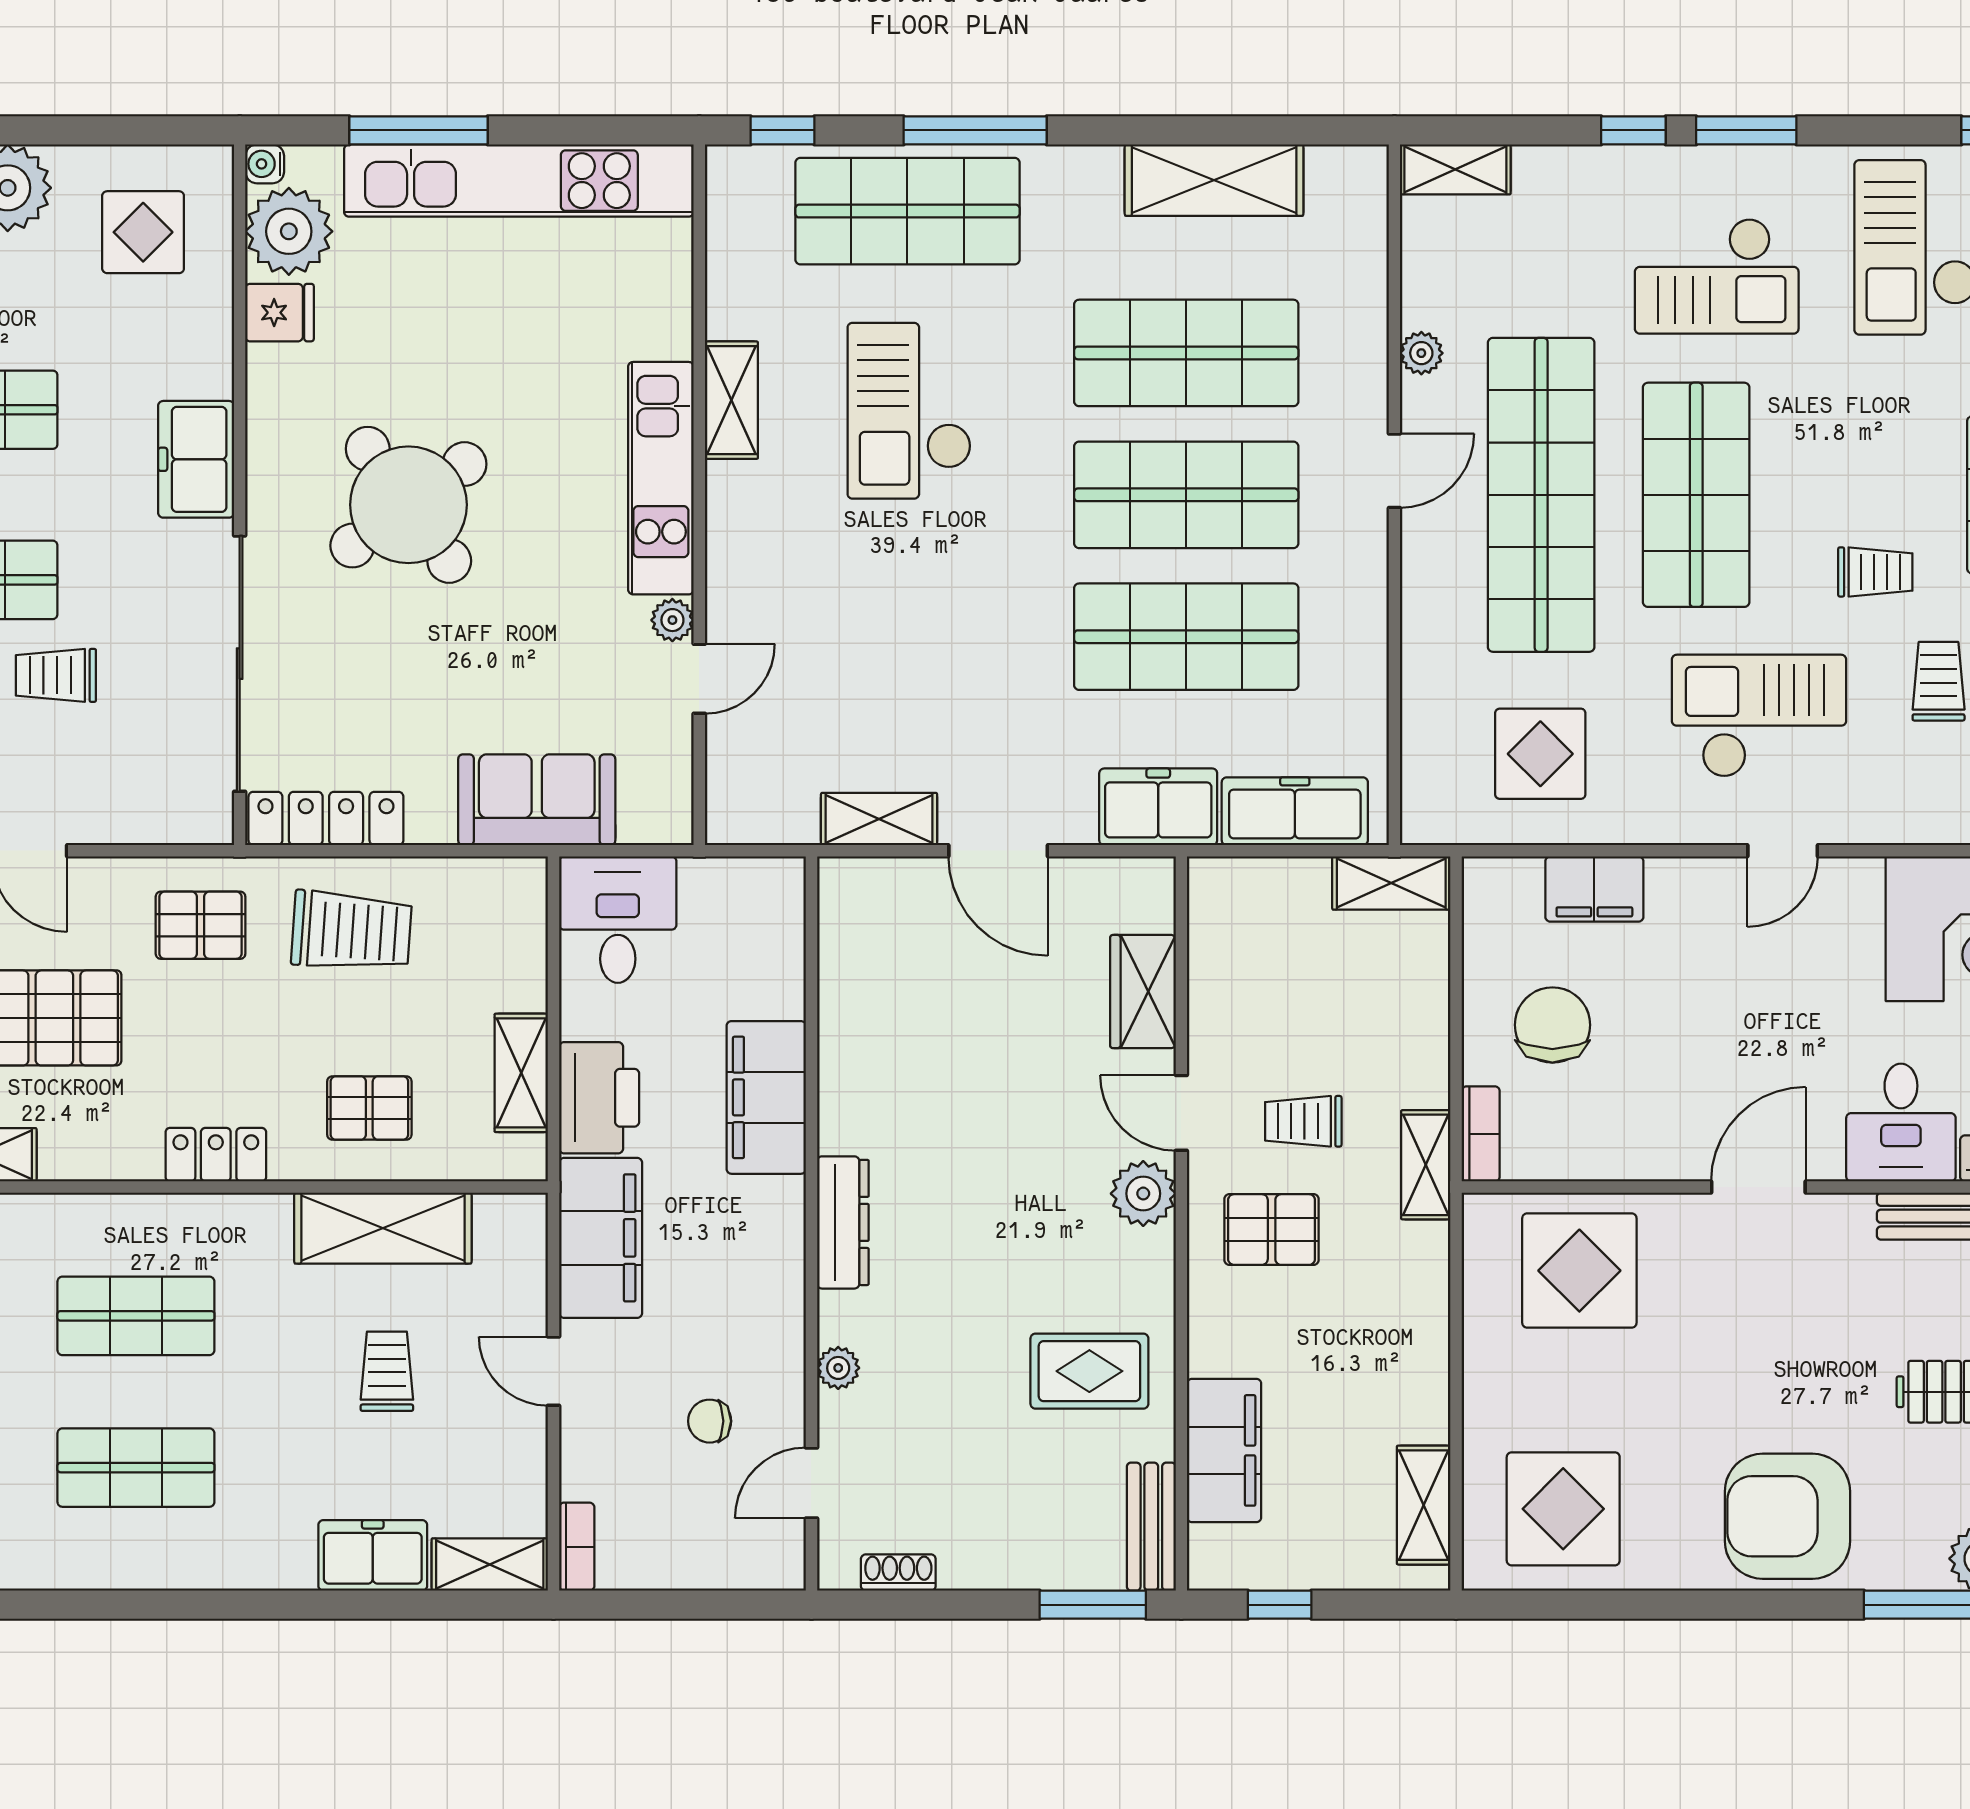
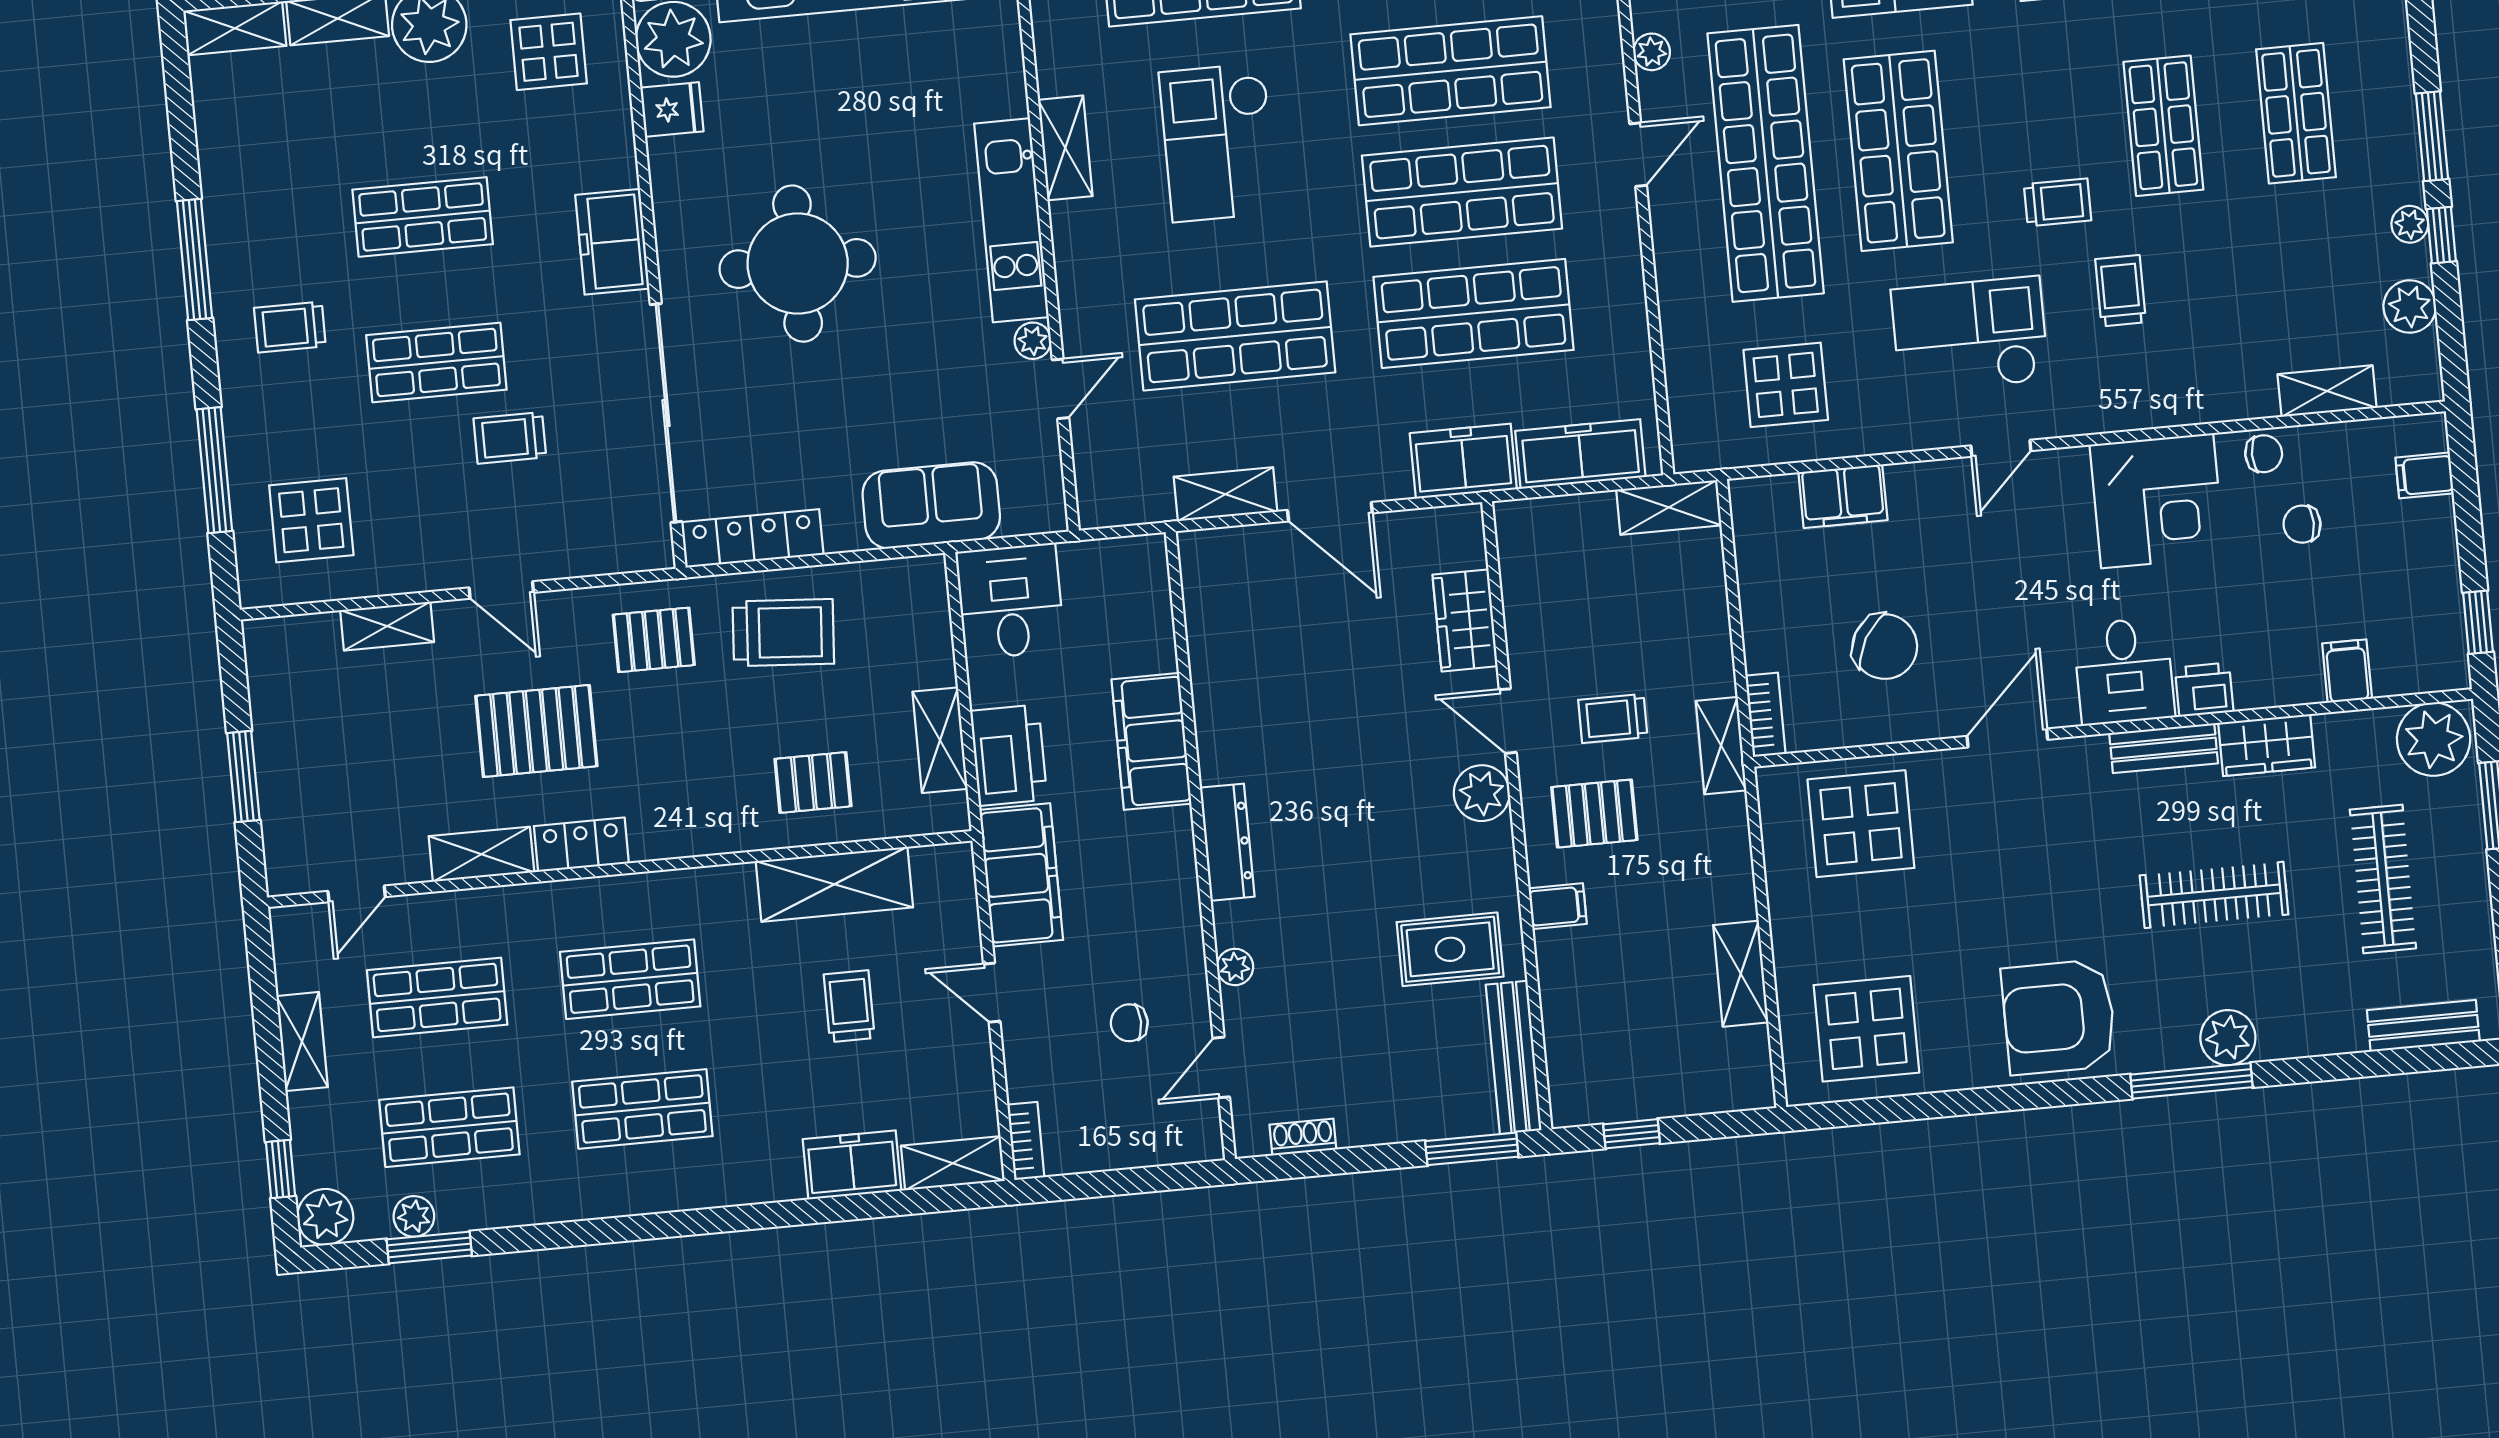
round table: (408, 505) -> (798, 264), turned 36
shop shelf: (907, 637) -> (1235, 336), added
chair: (1552, 1025) -> (1885, 647), moved, turned 120
locker: (216, 1155) -> (581, 845), moved
filing cabinet: (1224, 1450) -> (1558, 906), moved, width x0.33, depth x0.86
shelving: (1424, 1505) -> (1741, 974), moved
bench: (1151, 1527) -> (1514, 1057), width x1.36

